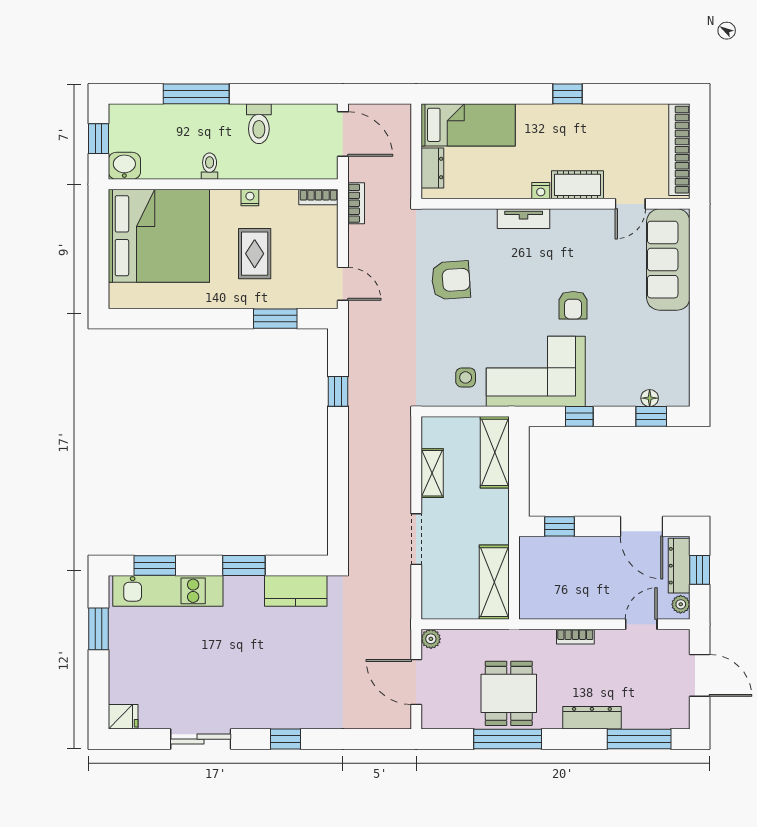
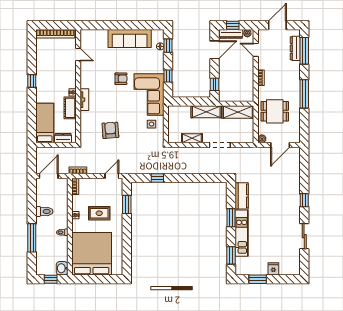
cot: (577, 185) -> (70, 108), moved
sofa: (668, 260) -> (130, 38), moved
shelving: (495, 452) -> (206, 112), moved
kitchen unit: (168, 591) -> (242, 233), moved
dining table: (509, 693) -> (275, 111), moved
fridge: (123, 717) -> (273, 269), moved
dresser: (592, 718) -> (295, 48), moved
window: (508, 739) -> (304, 94), moved

